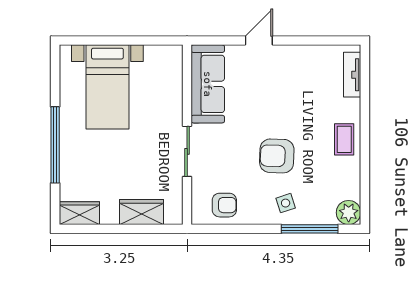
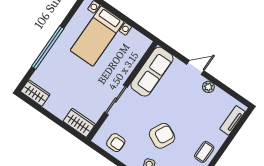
plant: (292, 54) -> (208, 87), added
armchair: (277, 156) -> (162, 136), turned 114
wardrobe: (141, 212) -> (79, 123), moved

